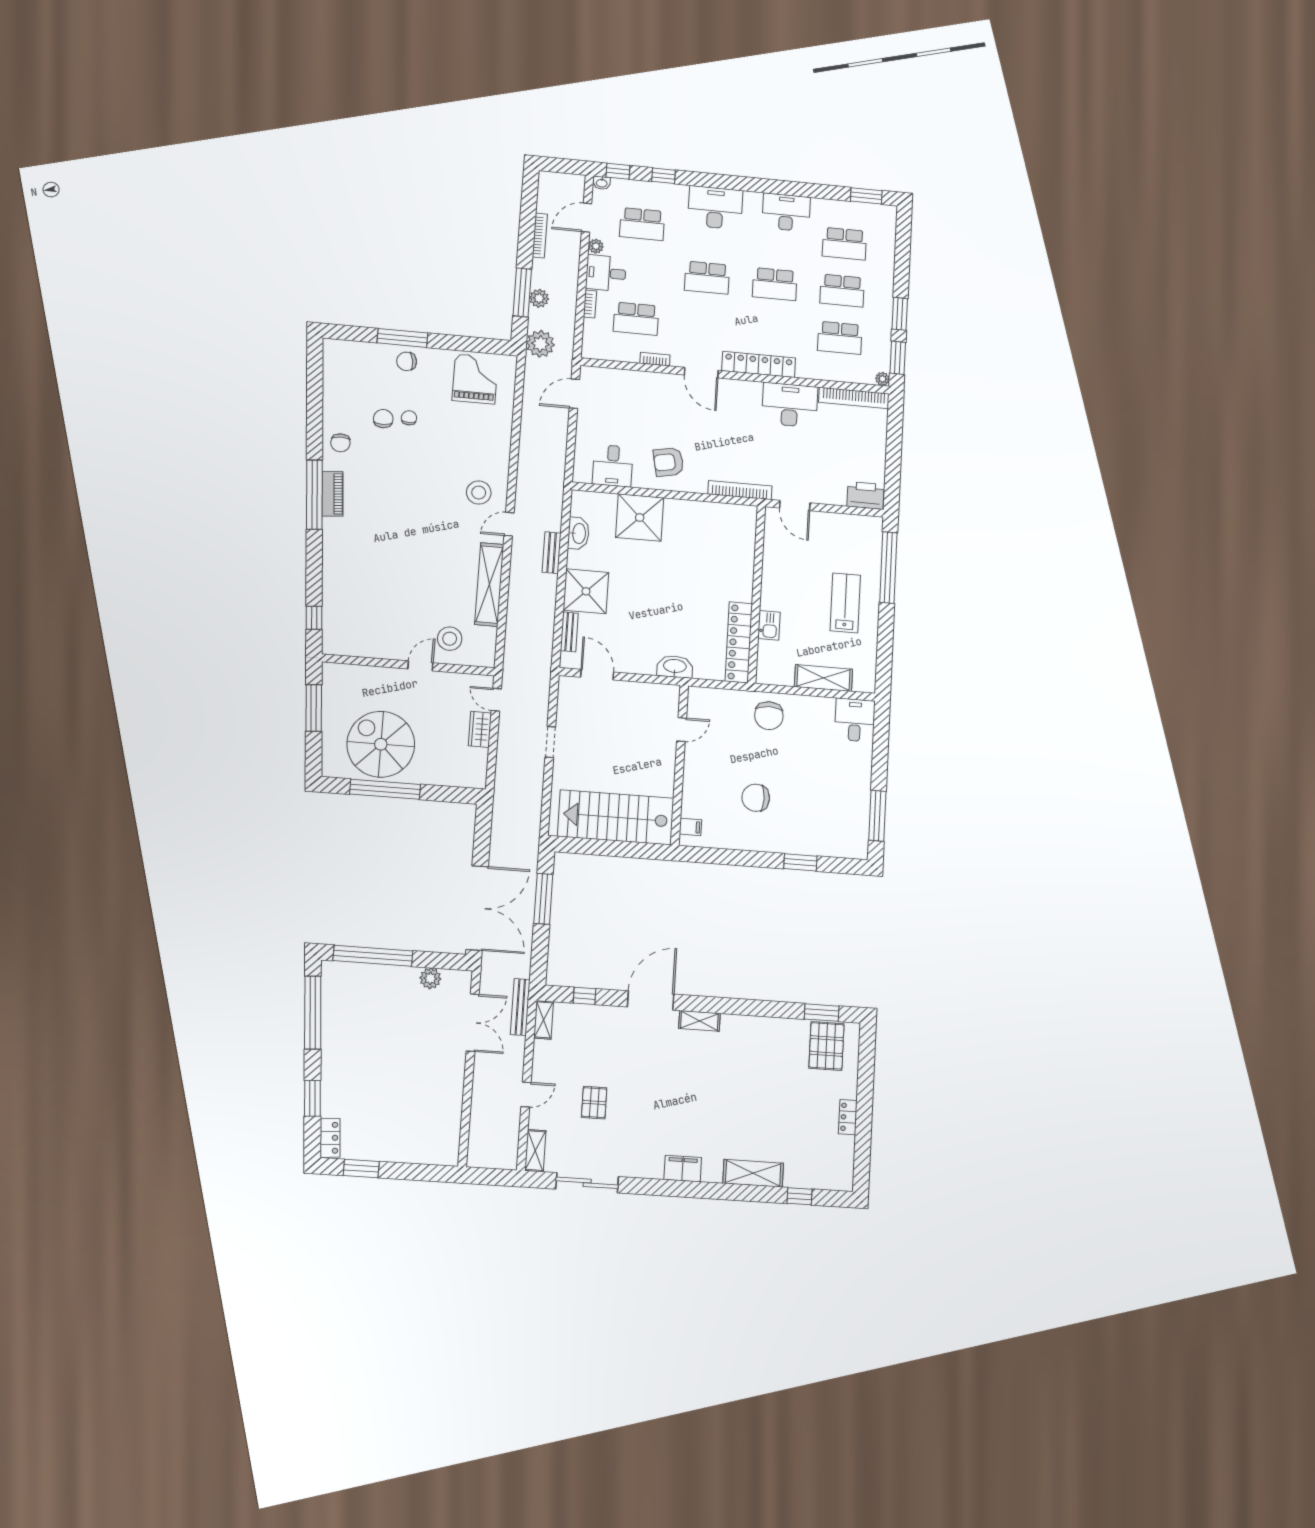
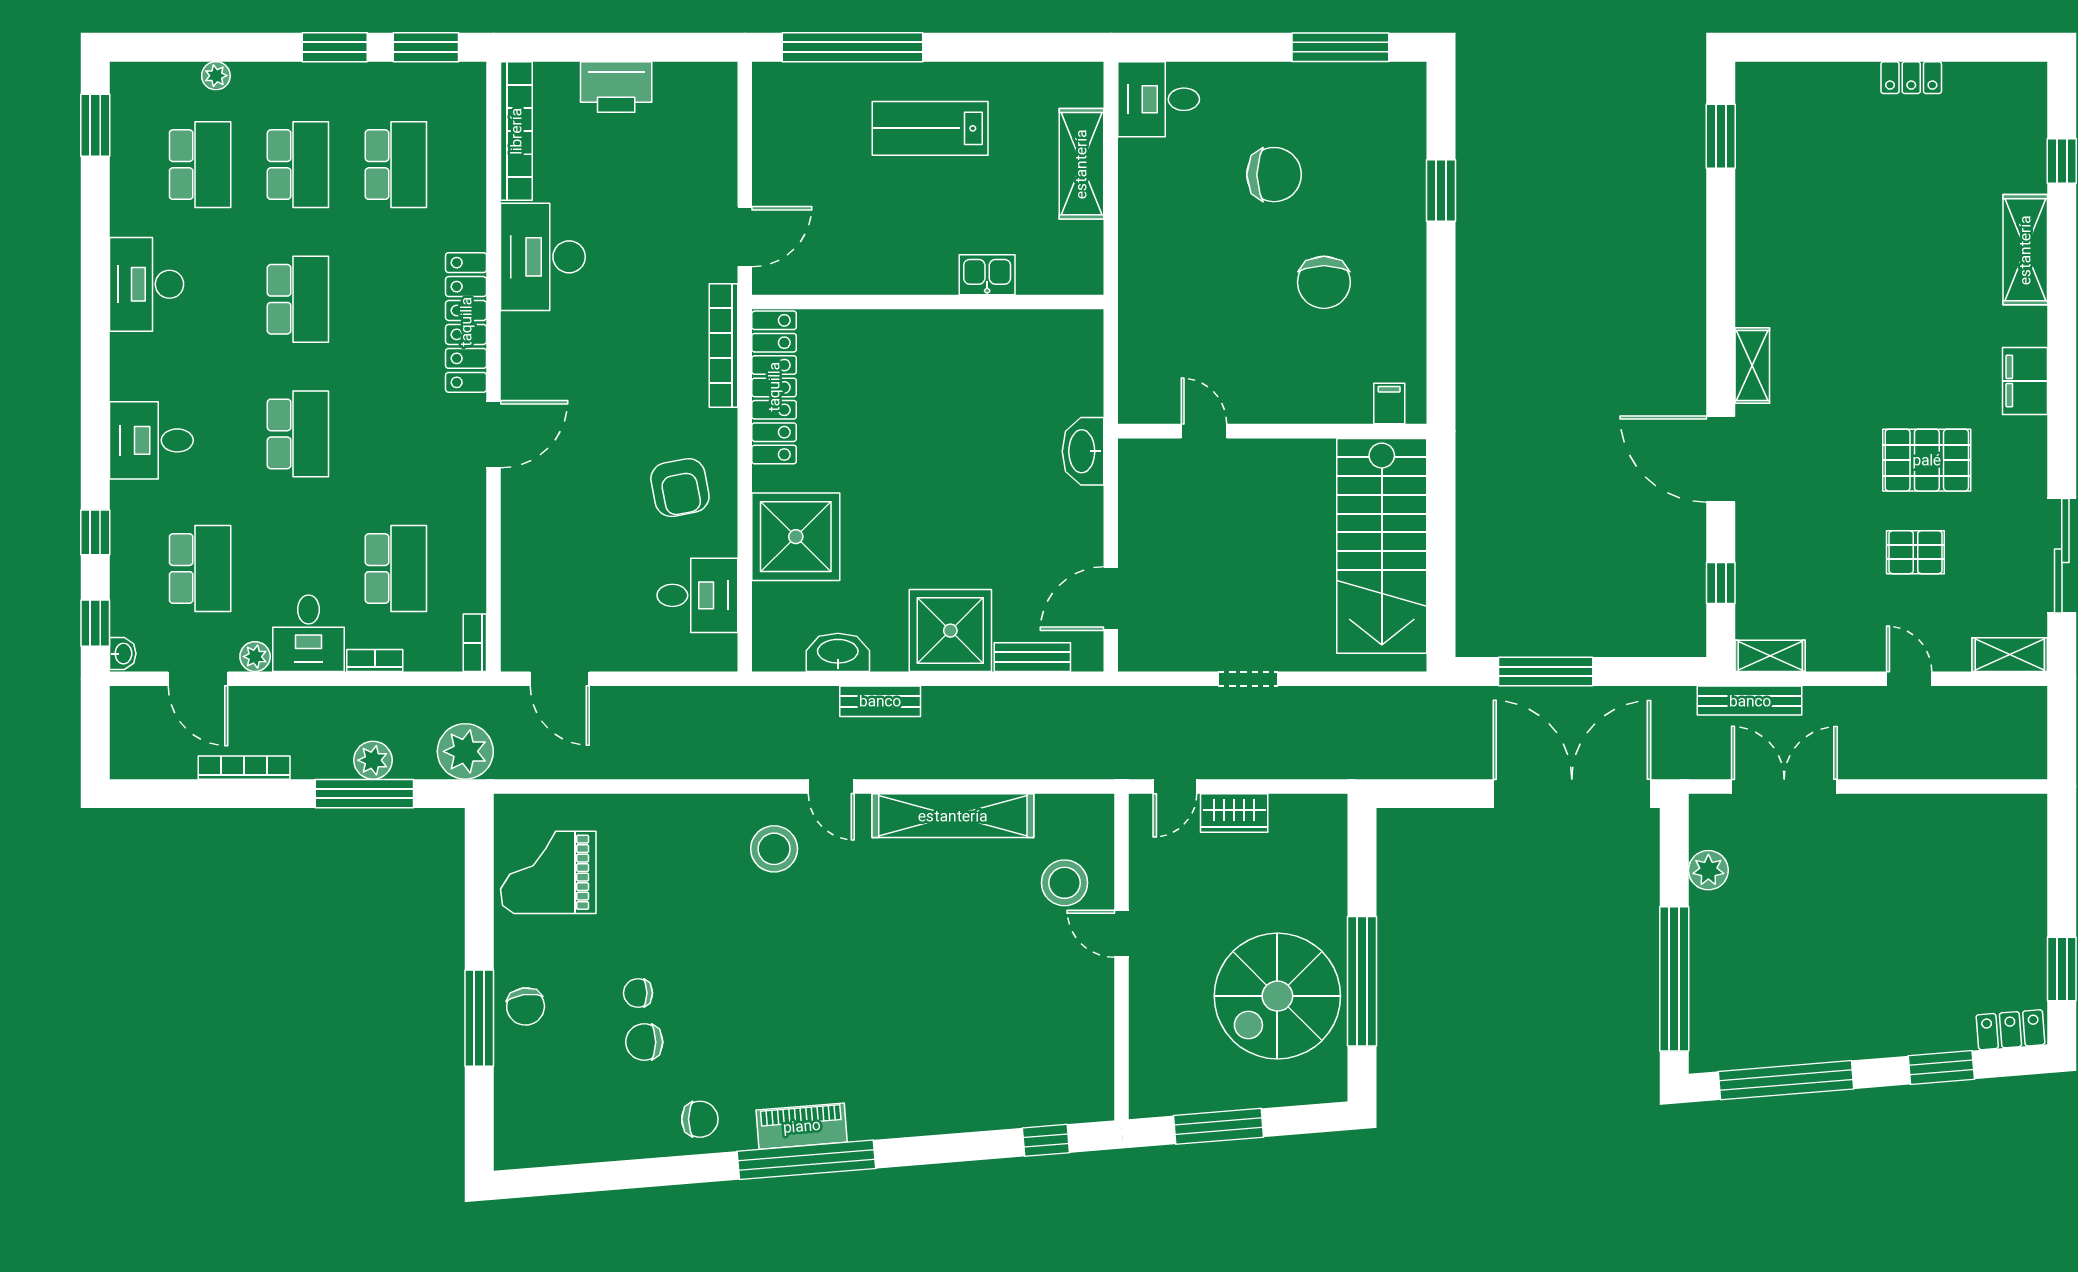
desk: (715, 208) -> (151, 440), width x0.73
bookcase: (655, 359) -> (475, 643), moved
plant: (883, 379) -> (216, 76), moved
printer: (865, 495) -> (616, 87), moved, turned -90
locker: (739, 642) -> (774, 387), moved, turned -90
chair: (769, 716) -> (1274, 175), moved
pallet: (826, 1046) -> (1927, 460), moved

